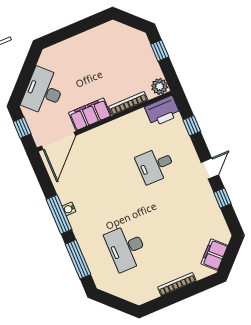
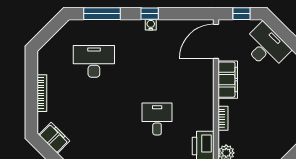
bookcase: (128, 103) -> (223, 118), width x0.64
door: (59, 141) -> (216, 41), hinge flipped
window: (59, 214) -> (150, 14), width x0.46

